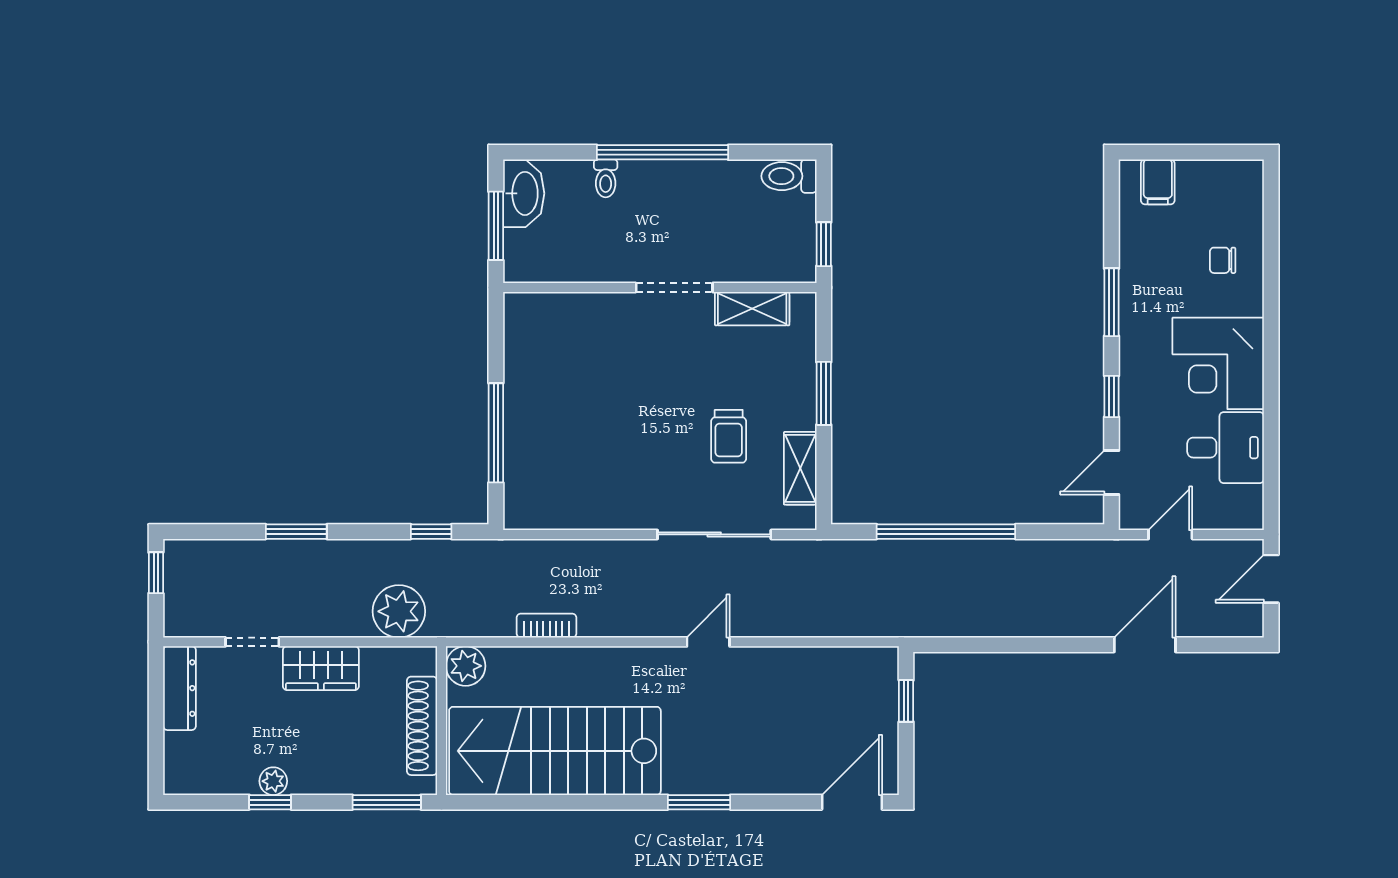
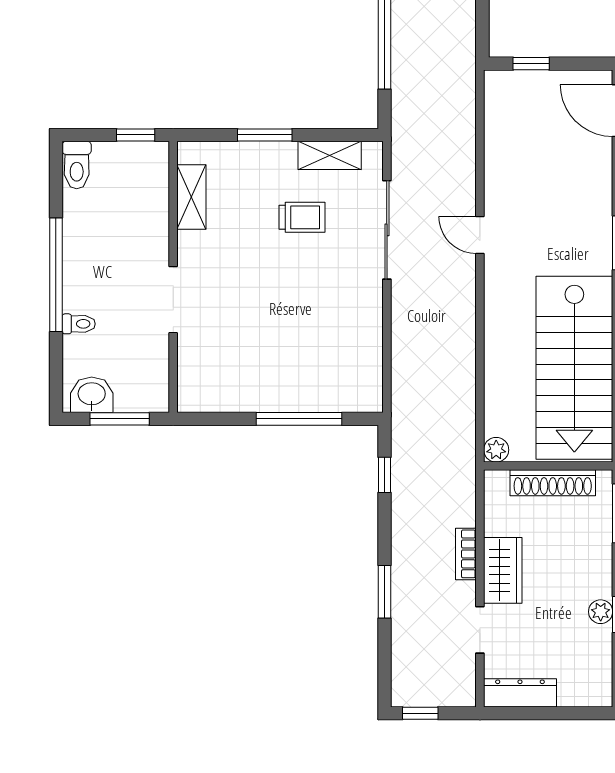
washbasin: (524, 193) -> (92, 395), width x0.72
doorway: (674, 288) -> (173, 300), moved
plant: (399, 611) -> (454, 503), removed
bookcase: (546, 626) -> (466, 554), moved
plant: (466, 666) -> (496, 450), width x0.73, depth x0.73

